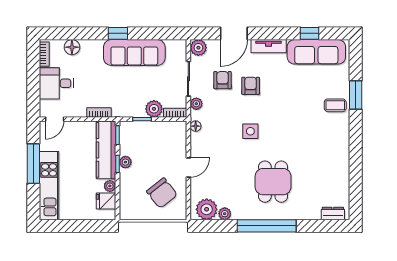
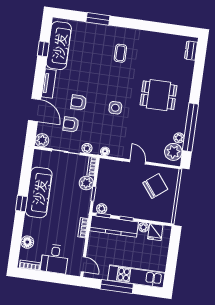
coffee table: (335, 105) -> (120, 53), moved
plant: (125, 162) -> (102, 209), moved
window: (267, 226) -> (190, 127), moved

